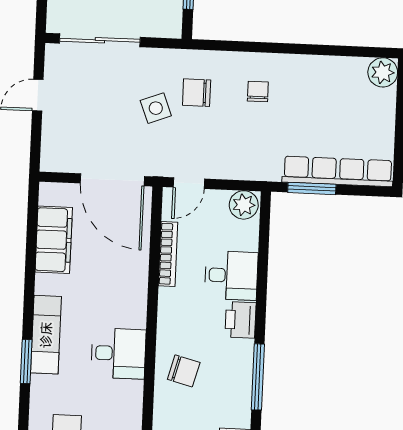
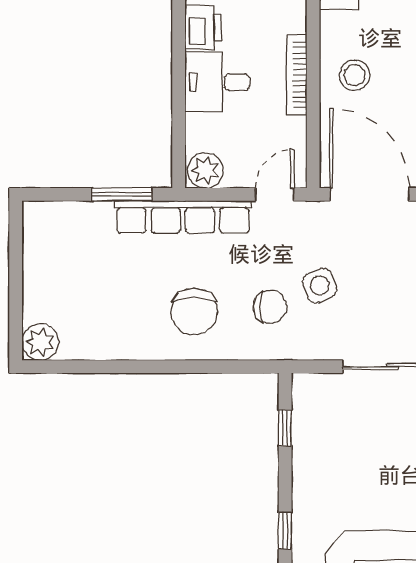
chair: (258, 91) -> (194, 312), width x1.87, depth x1.87
row of seats: (338, 171) -> (183, 217), moved
bookcase: (168, 254) -> (297, 75), moved
stool: (120, 276) -> (355, 75), added

